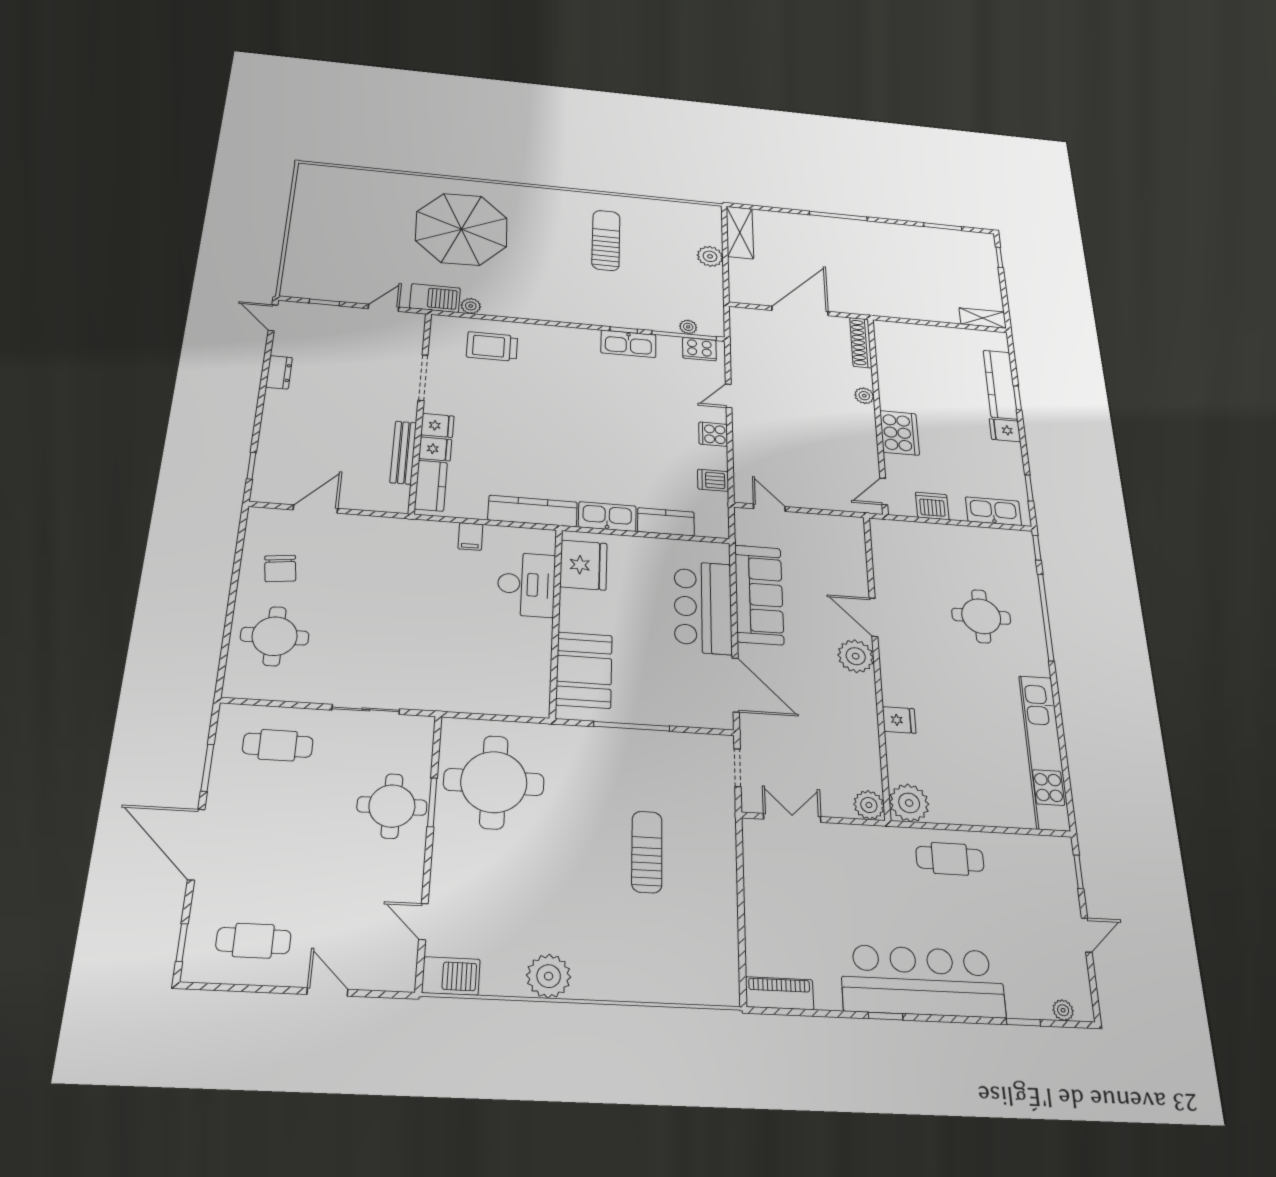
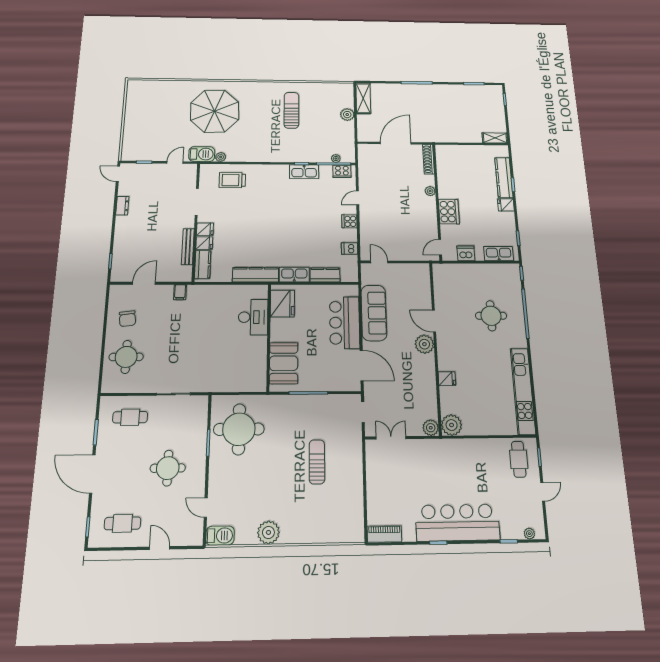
filing cabinet: (470, 537) -> (180, 292), moved
round table: (392, 806) -> (168, 468), moved
cafe table: (950, 859) -> (519, 459), moved, turned 90

